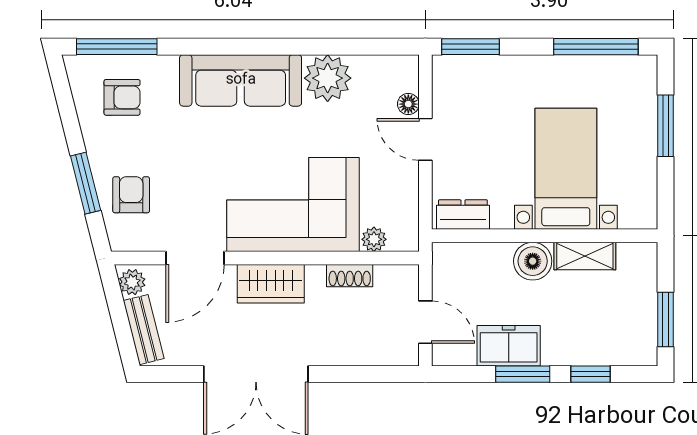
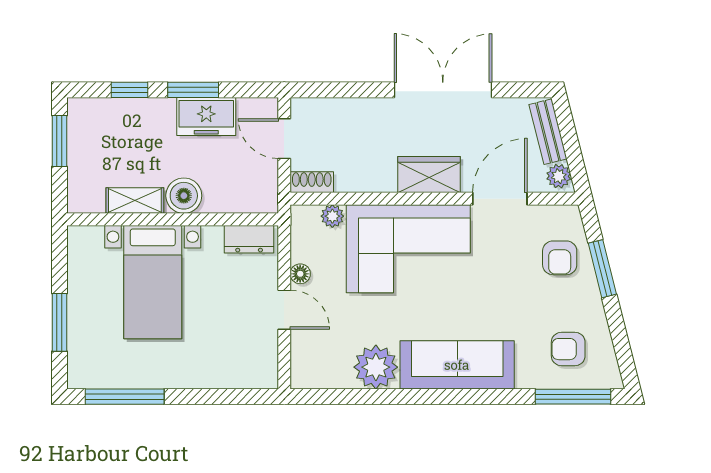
window: (471, 47) -> (242, 397), removed
floor lamp: (408, 104) -> (300, 274), moved
shoe rack: (350, 276) -> (312, 182), moved

